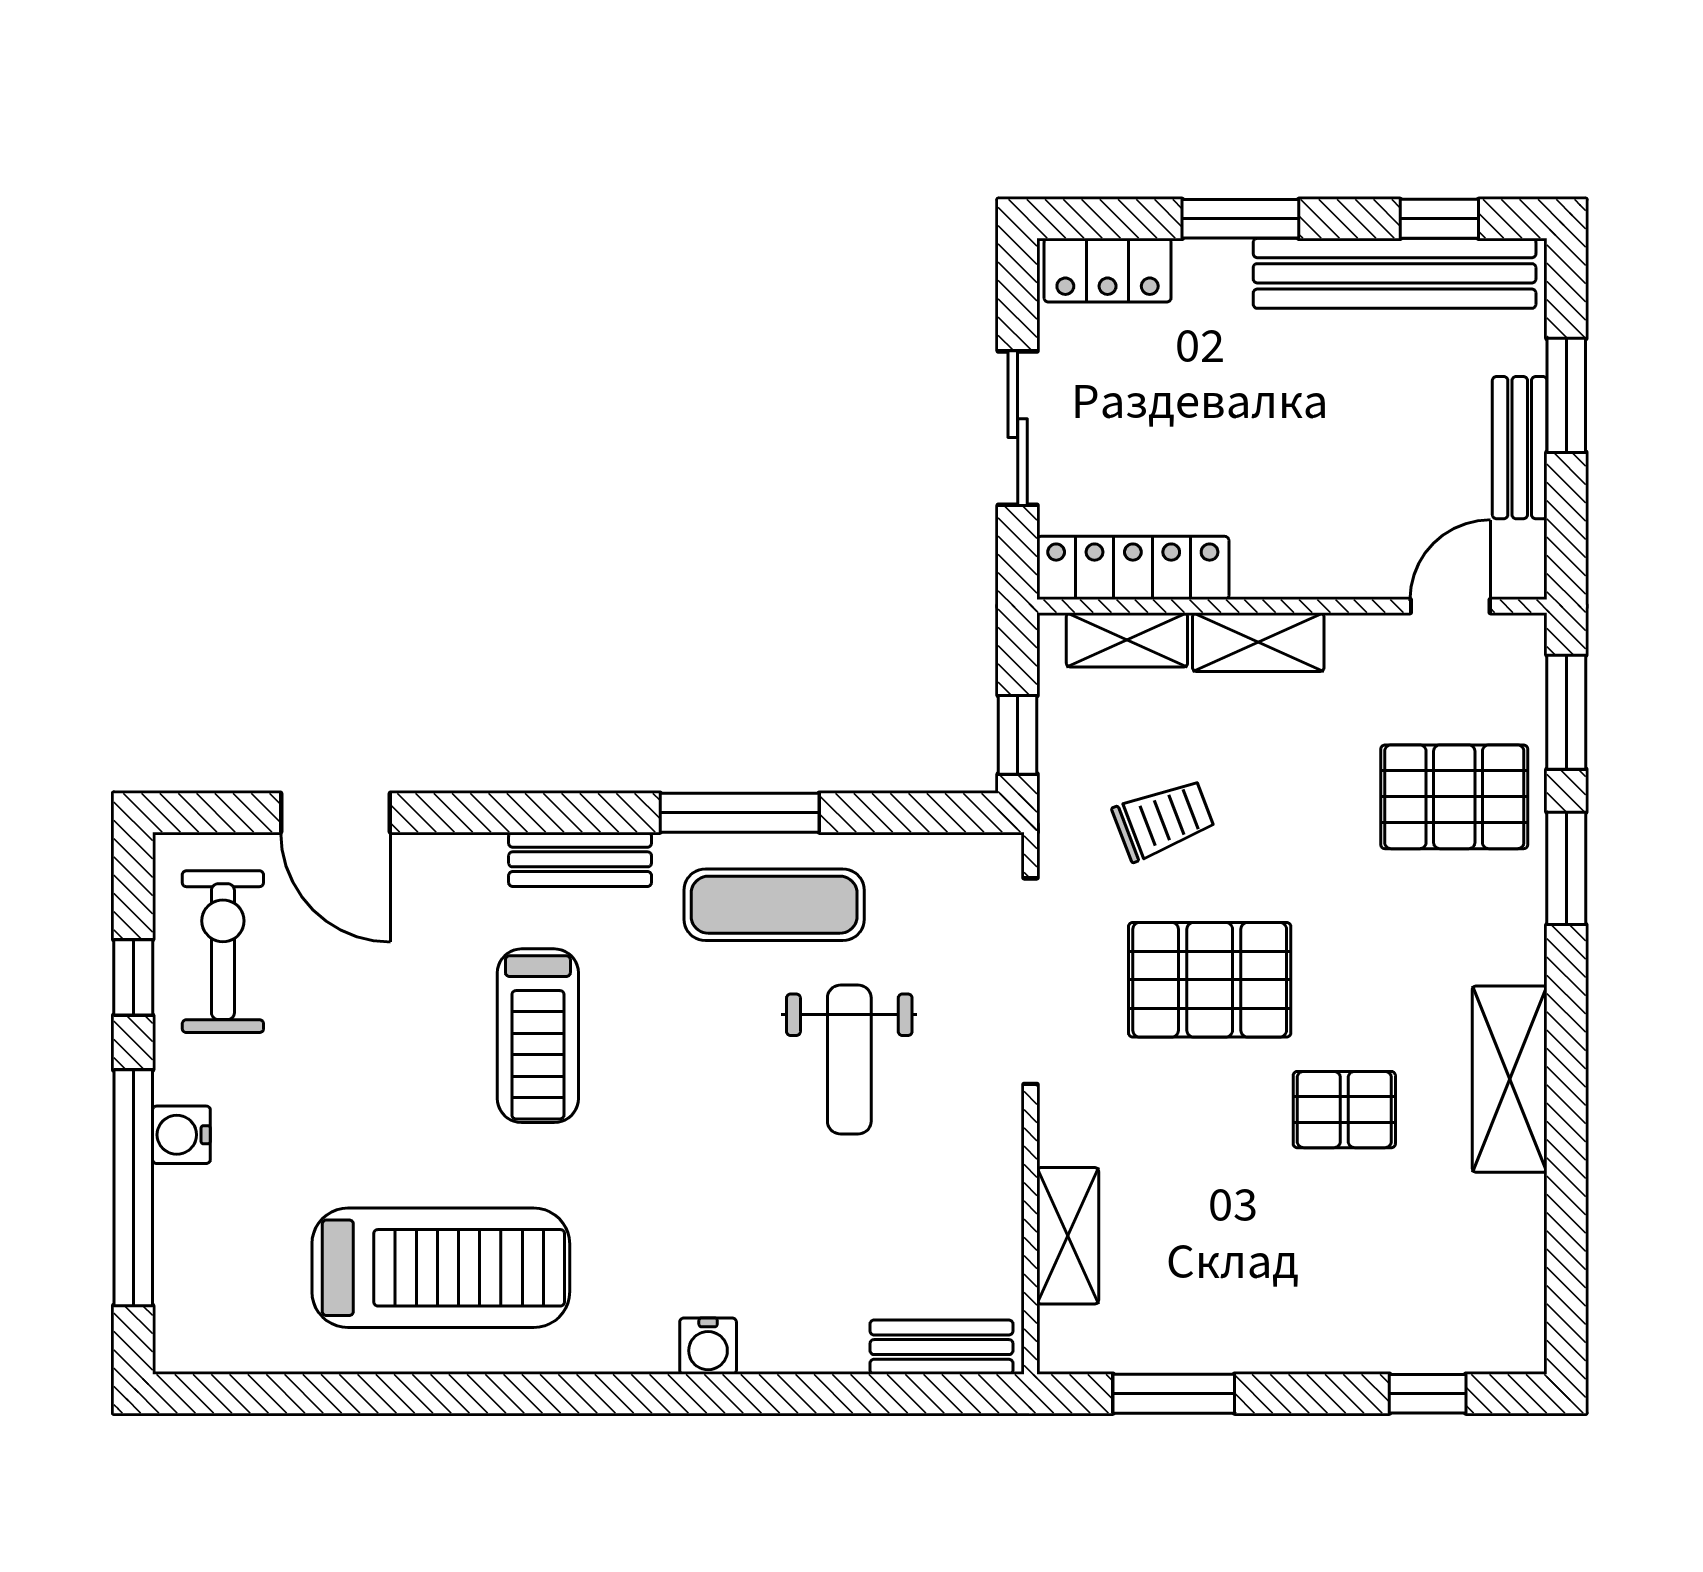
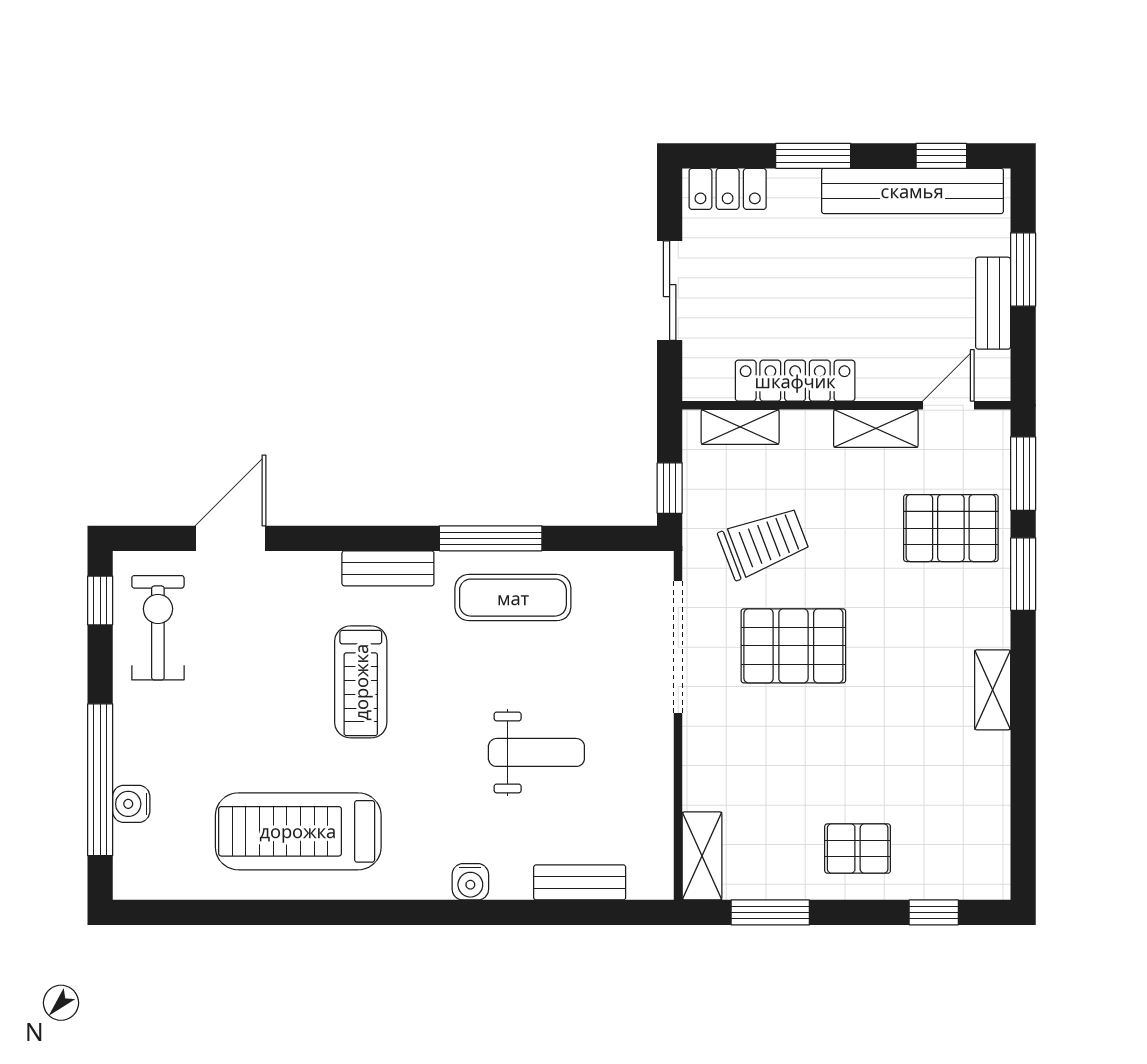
locker: (1133, 568) -> (795, 381), moved
shelving: (1258, 642) -> (876, 428), moved
door: (336, 813) -> (230, 538), swing flipped
trolley: (1163, 820) -> (764, 543), width x1.36, depth x1.39
window: (133, 977) -> (100, 600), moved
weight bench: (849, 1060) -> (536, 752), moved, turned -90
shelving: (1510, 1079) -> (993, 690), width x0.67, depth x0.75
pallet: (1344, 1110) -> (858, 849), moved
water cooler: (181, 1135) -> (131, 804), moved
shelving: (1068, 1236) -> (702, 856), moved
treadmill: (441, 1268) -> (298, 831), turned 180
bench: (941, 1347) -> (580, 882), moved

